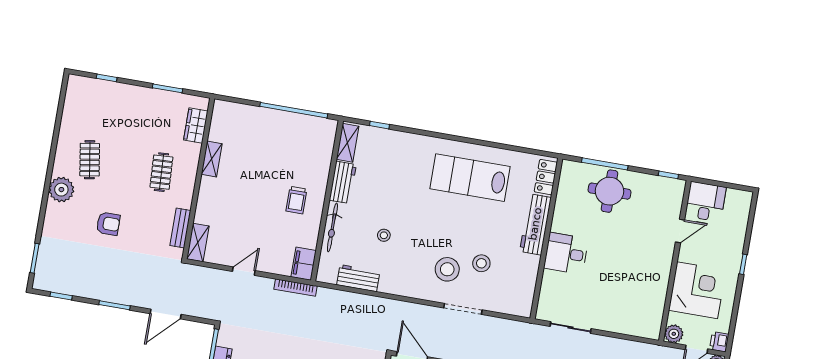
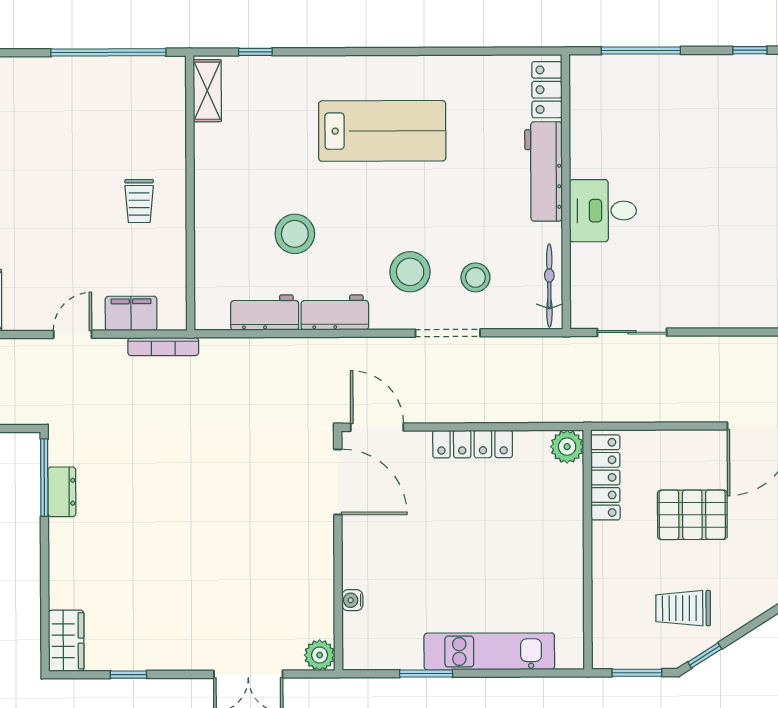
lab bench: (470, 178) -> (382, 131), moved, turned 180
workbench: (343, 182) -> (335, 312), moved, turned -90
round table: (610, 191) -> (657, 94), removed
bicycle: (332, 227) -> (549, 286), moved, turned 180
stool: (384, 235) -> (295, 234), width x1.89, depth x1.89
stool: (481, 263) -> (475, 277), moved
filing cabinet: (304, 264) -> (131, 313), moved, turned 90

